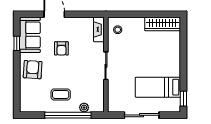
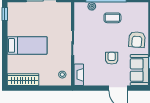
bed: (158, 87) -> (27, 45), moved

